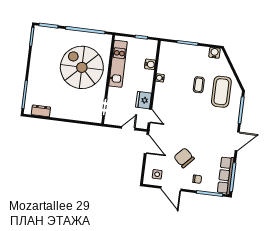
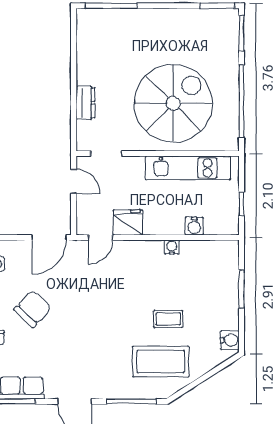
dresser: (41, 111) -> (85, 103), moved
door: (128, 128) -> (74, 181), moved

